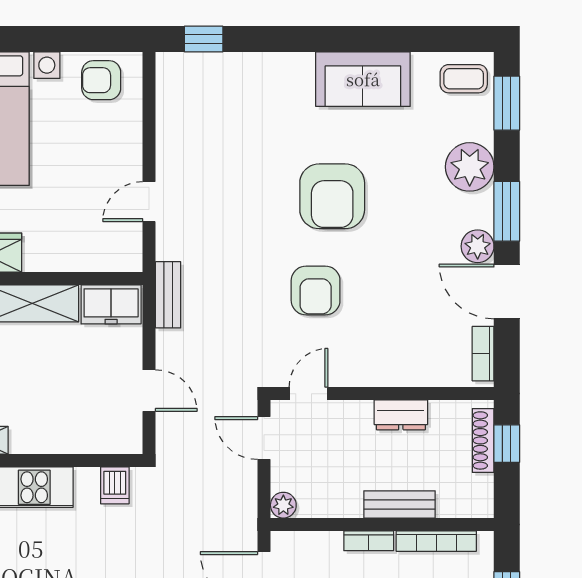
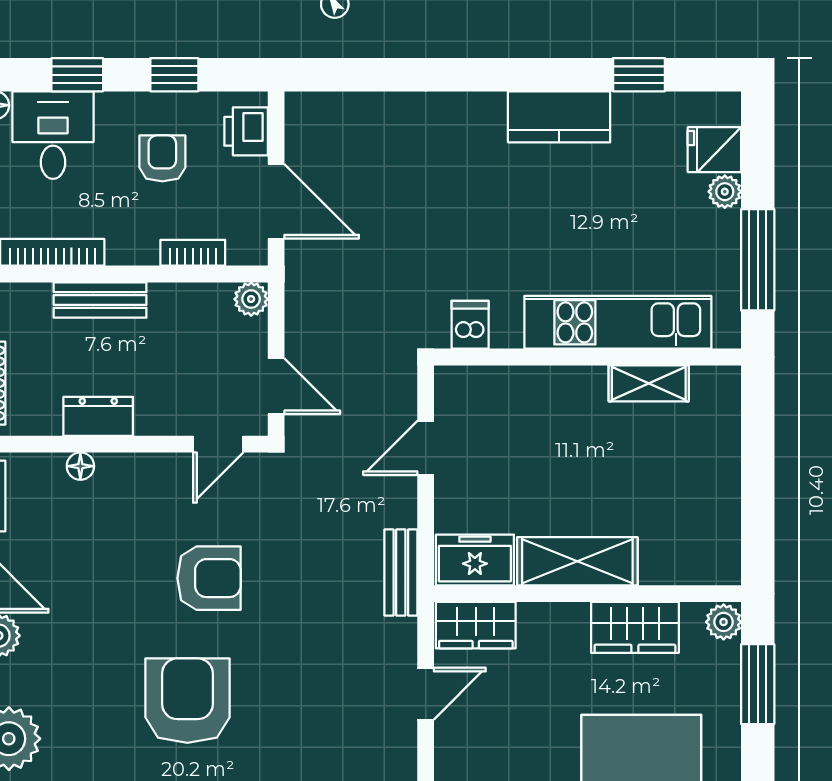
wardrobe: (110, 254) -> (476, 625), added
armchair: (316, 290) -> (209, 578), turned 90
floor lamp: (415, 377) -> (80, 466), added
door: (149, 391) -> (426, 448), hinge flipped
bookcase: (369, 541) -> (193, 253), moved

